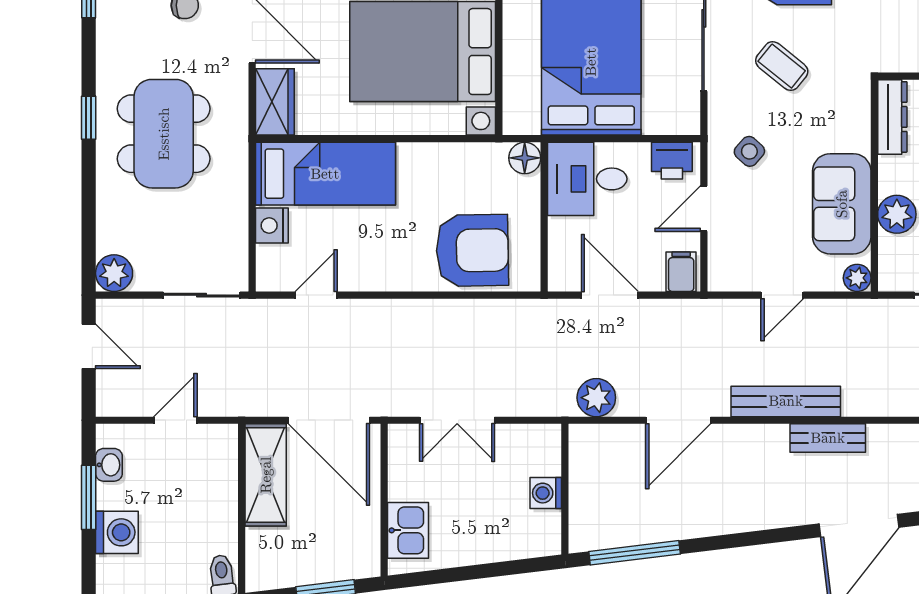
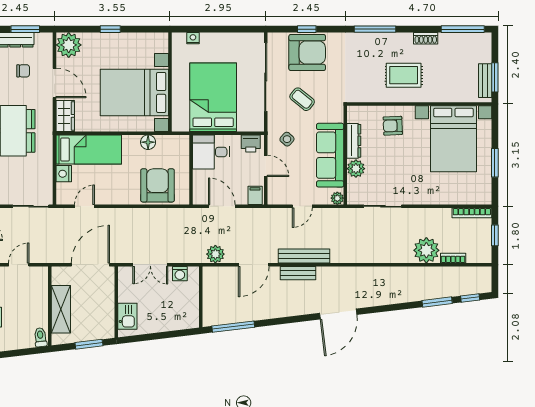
dresser: (892, 117) -> (354, 141), moved
floor lamp: (525, 158) -> (148, 142), moved
sofa: (842, 204) -> (330, 155), width x1.36
door: (704, 209) -> (266, 166), swing flipped
armchair: (472, 250) -> (157, 185), turned -89
door: (329, 420) -> (90, 265), swing flipped
bench: (828, 438) -> (298, 273), moved
shelving: (266, 475) -> (61, 309), moved
washing machine: (546, 493) -> (180, 274), moved, turned -90

